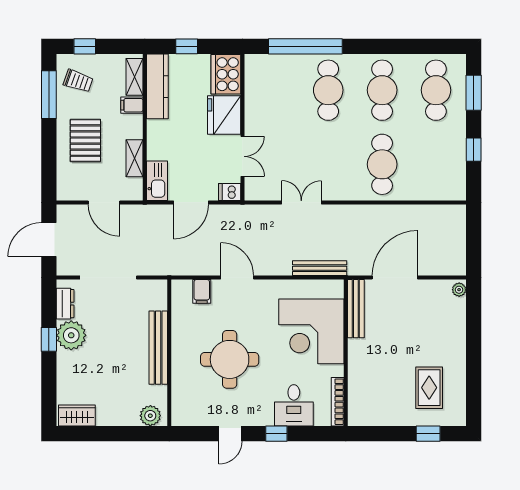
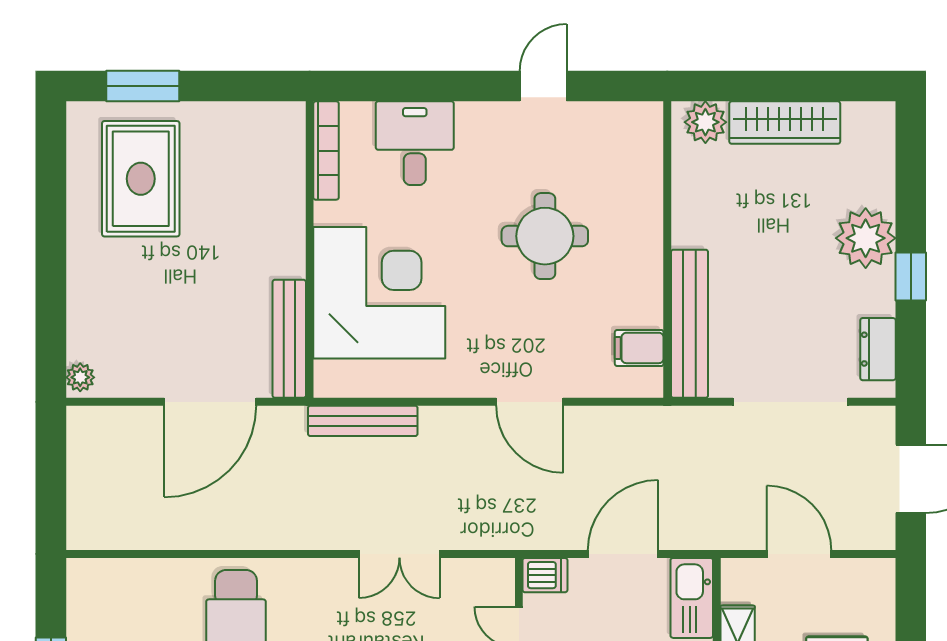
filing cabinet: (202, 291) -> (639, 348), moved, turned -90
plant: (71, 335) -> (866, 238), moved
bench: (158, 348) -> (690, 324), moved
round table: (230, 359) -> (545, 236), width x0.73, depth x0.73
rug: (429, 388) -> (141, 179), width x1.36, depth x1.43
wardrobe: (77, 415) -> (785, 123), moved, width x1.50
window: (276, 434) -> (450, 86), removed
window: (428, 434) -> (143, 86), width x1.50

